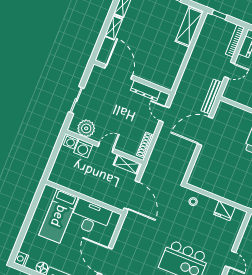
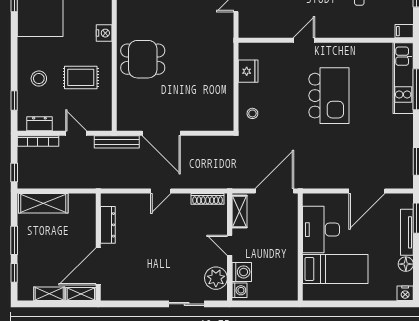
door: (119, 72) -> (98, 266), moved
wall: (132, 77) -> (98, 247), moved
dresser: (146, 91) -> (108, 225), moved

